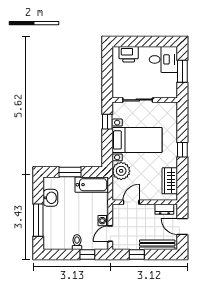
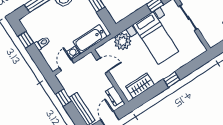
bathtub: (91, 185) -> (90, 39), moved, turned 90
door: (110, 234) -> (67, 65), hinge flipped
window: (87, 255) -> (26, 40), moved

